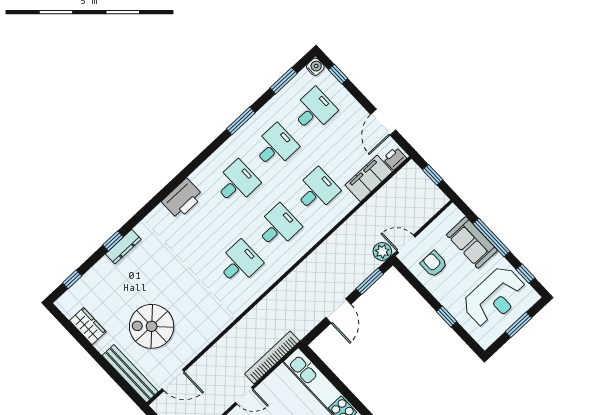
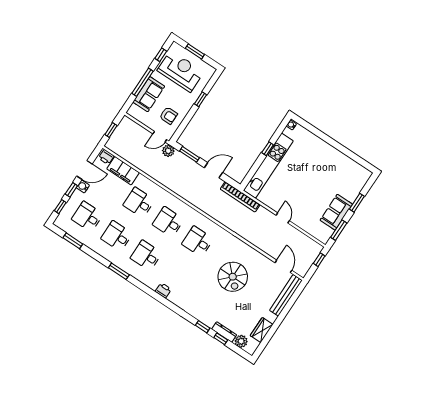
water cooler: (315, 67) -> (83, 186), moved
window: (359, 96) -> (71, 190), added
window: (241, 121) -> (119, 271), moved
printer: (182, 199) -> (163, 290), width x0.53, depth x0.68
door: (406, 244) -> (160, 137), hinge flipped
dresser: (123, 247) -> (224, 332), moved
armchair: (434, 264) -> (168, 116), turned -90
window: (72, 279) -> (221, 339), moved
plant: (78, 292) -> (241, 341), added
spiral stairs: (152, 326) -> (233, 277), moved
bookcase: (272, 357) -> (240, 197), moved
window: (351, 398) -> (268, 149), added

